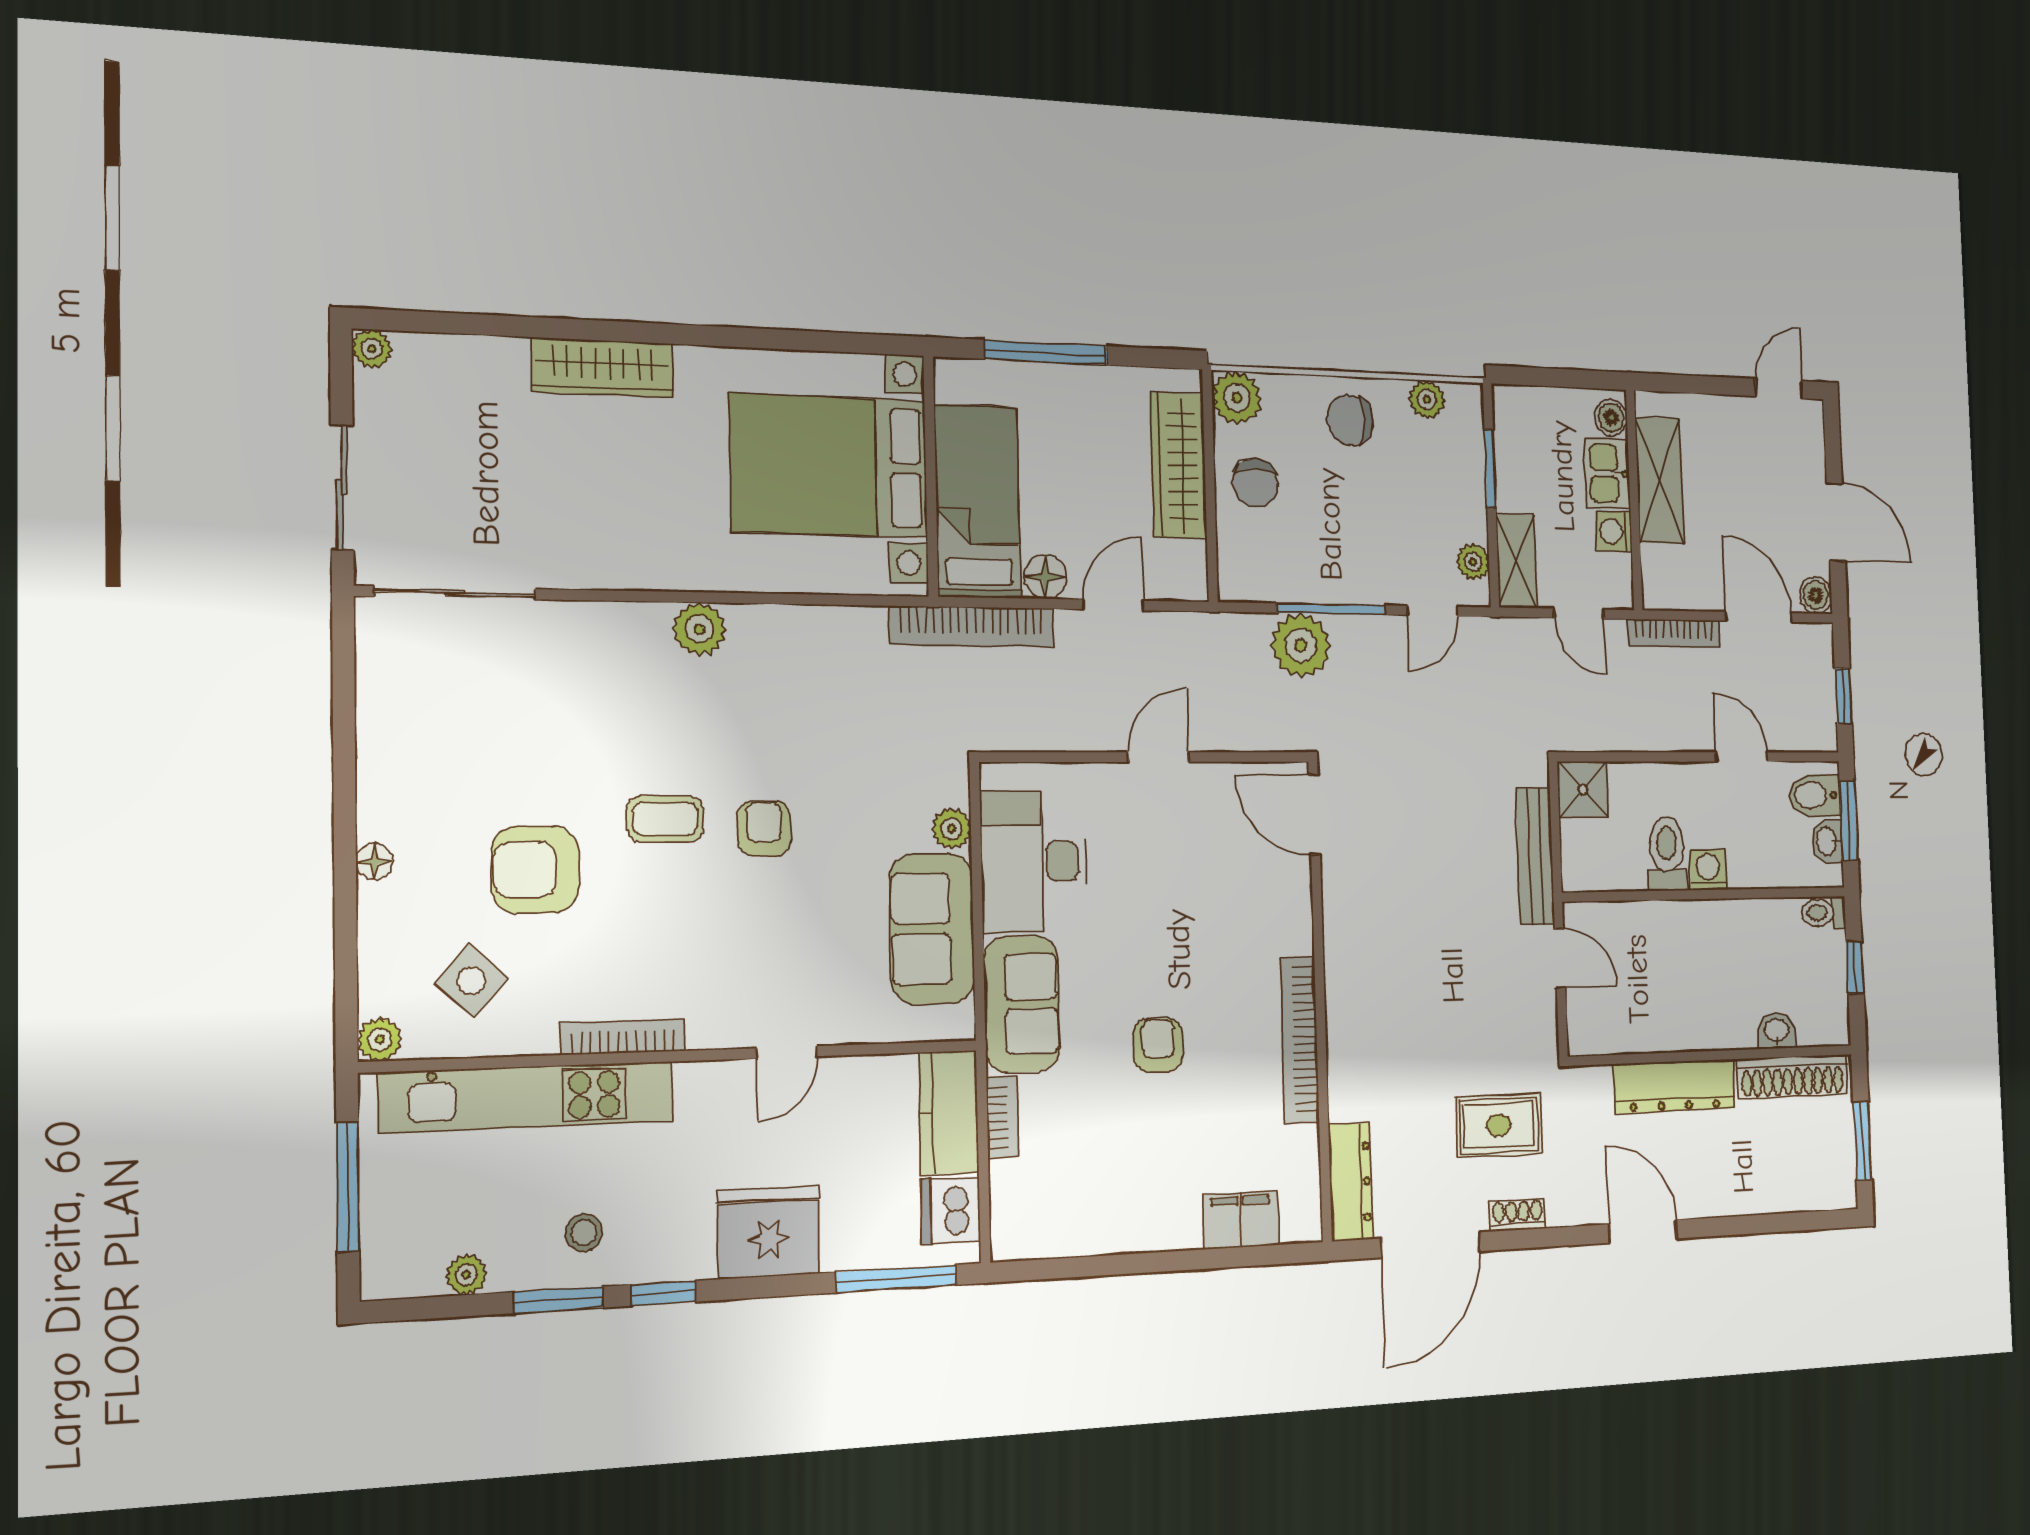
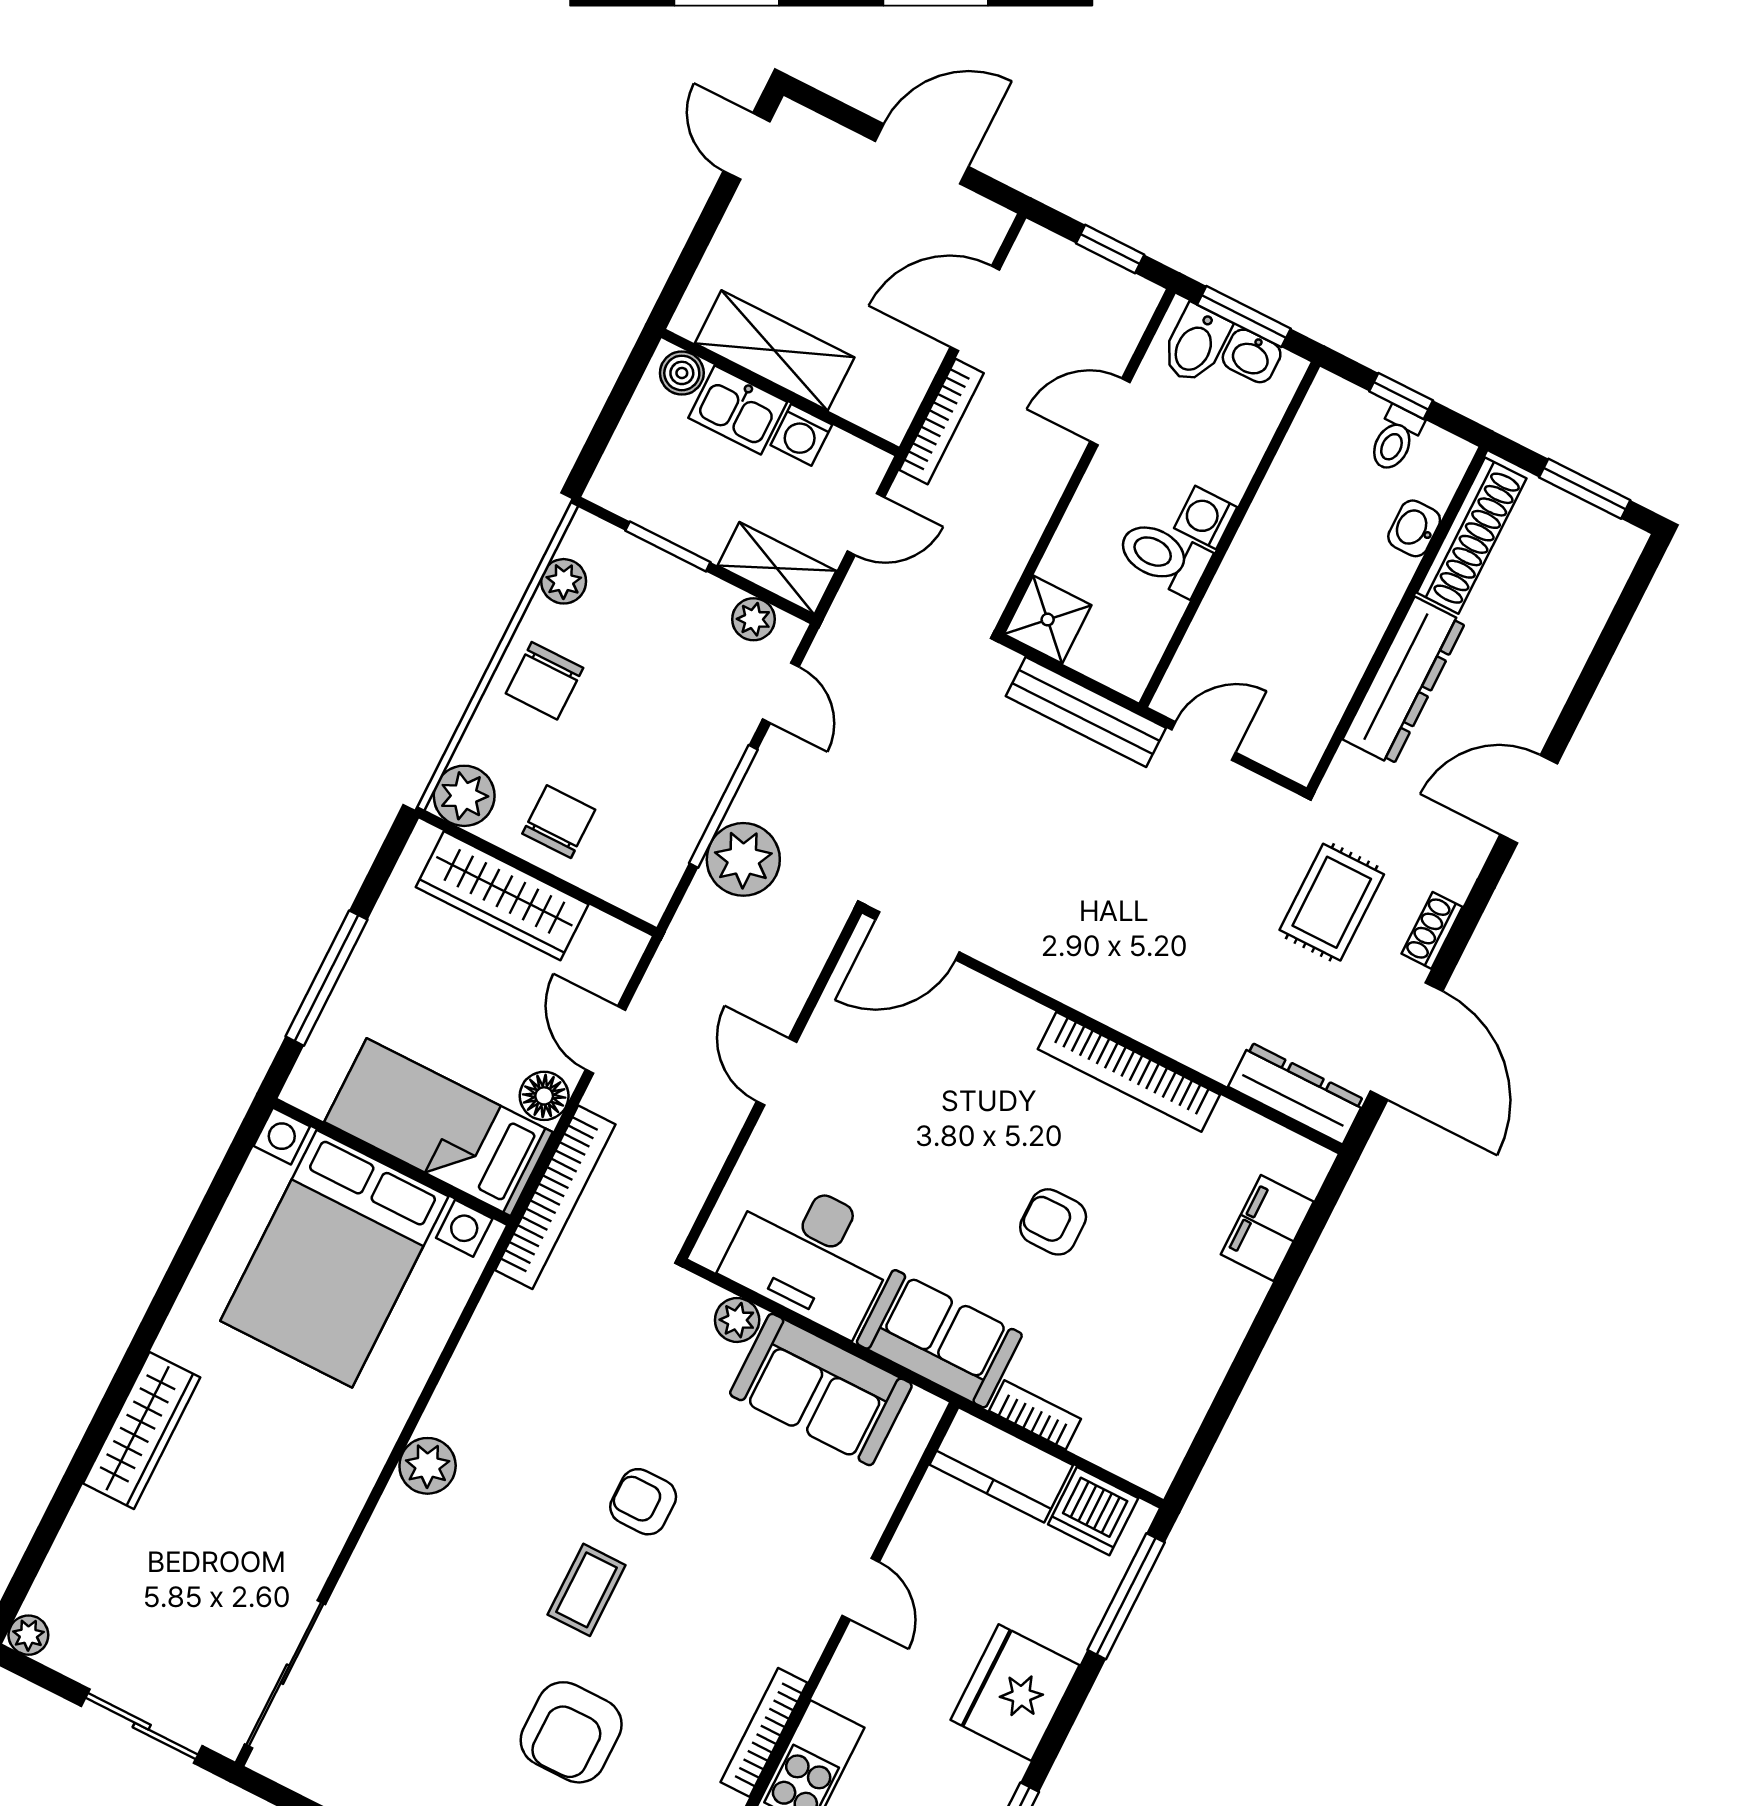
chair: (1255, 483) -> (559, 822), turned -90
boiler: (1816, 595) -> (987, 223), removed
toilet: (1823, 913) -> (1395, 439), moved

